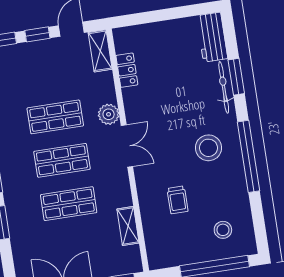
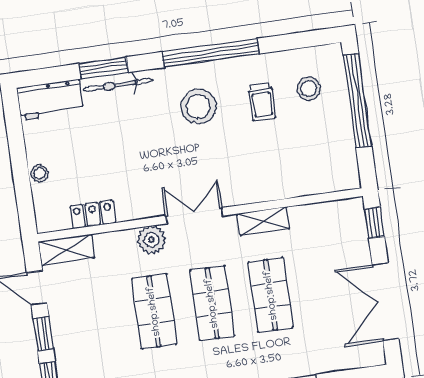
stool: (157, 30) -> (40, 173), added
trolley: (178, 200) -> (262, 102), moved, turned 90
shelving: (128, 226) -> (263, 221), moved

